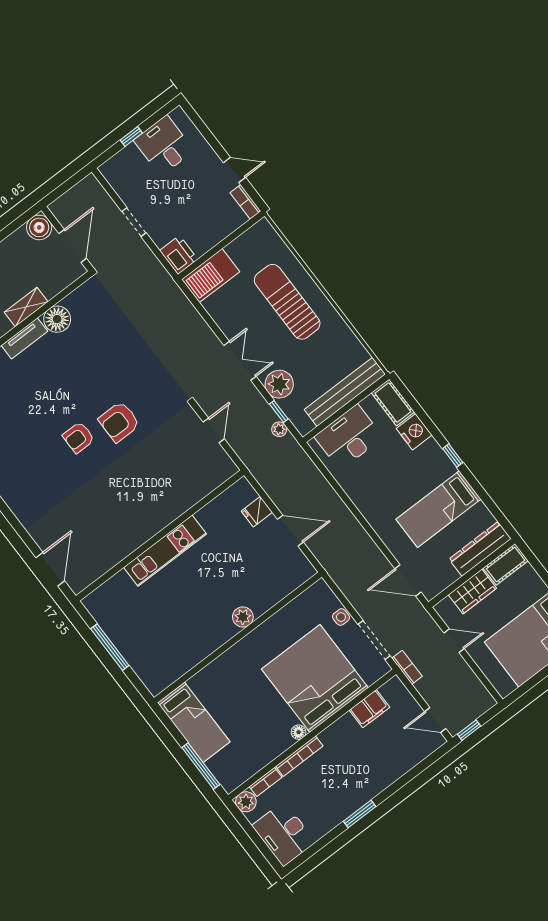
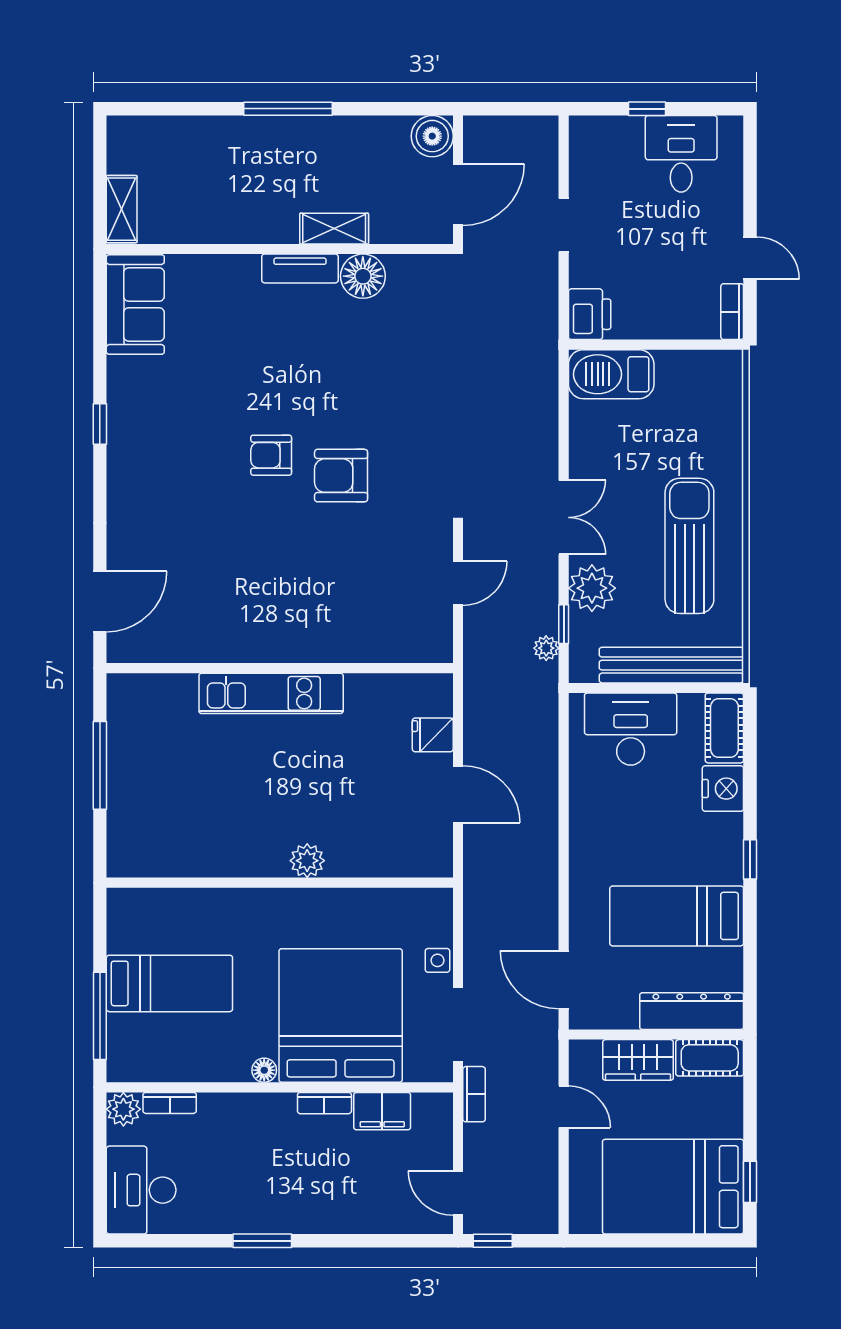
sun lounger: (287, 302) -> (689, 546), moved
bed: (194, 722) -> (169, 983), moved, turned -90
bookcase: (299, 756) -> (324, 1103), moved, width x0.64

